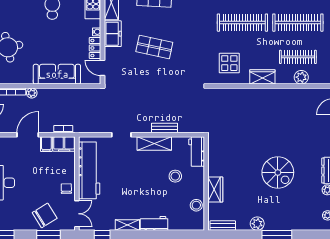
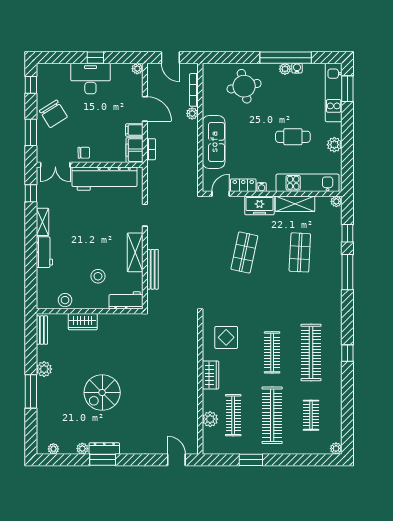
clothes rail: (242, 23) -> (272, 352), width x0.73, depth x0.76
bench: (164, 128) -> (153, 269), width x1.36
chair: (45, 215) -> (53, 114), moved

